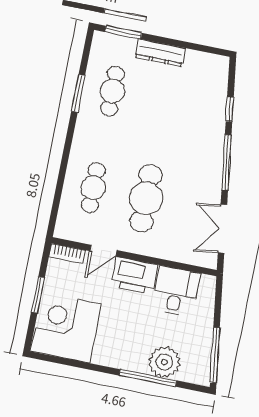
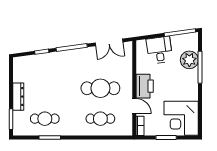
desk: (176, 291) -> (159, 50), moved, turned 82

